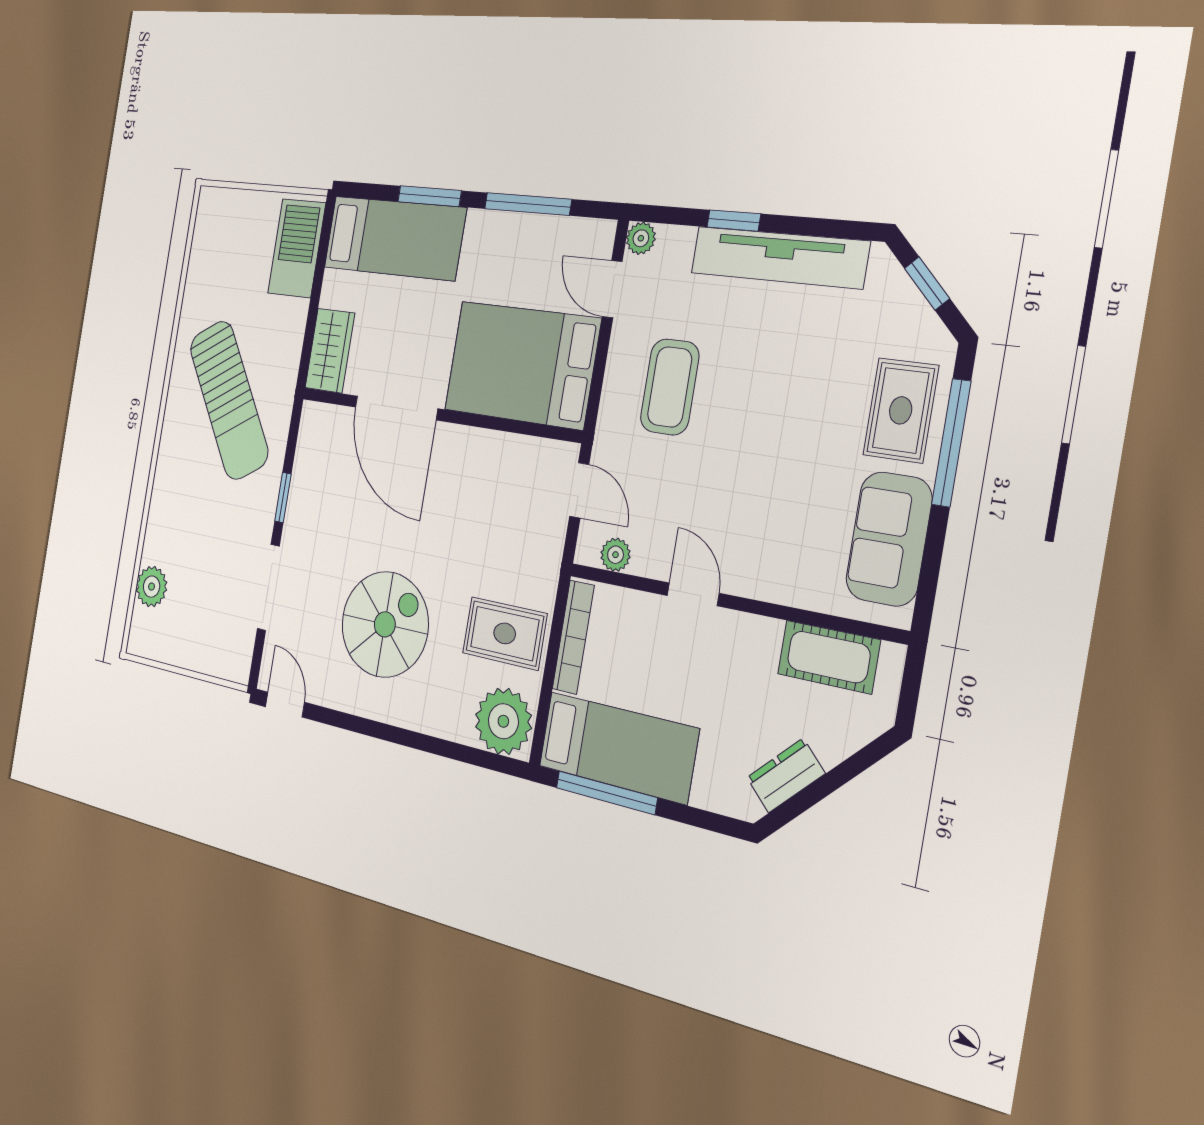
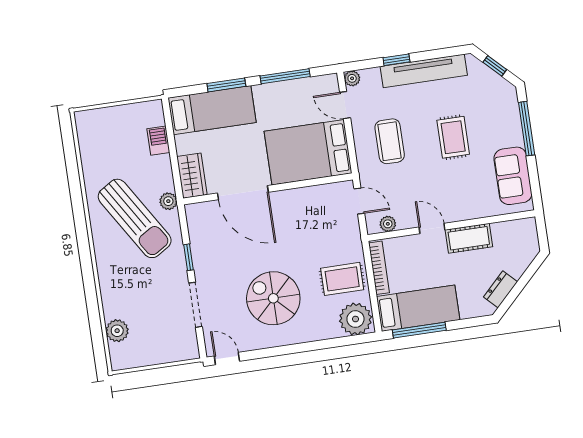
barbecue: (297, 248) -> (158, 141), width x0.53, depth x0.65
plant: (283, 386) -> (168, 201), added
rug: (901, 410) -> (453, 137), moved
spiral stairs: (385, 624) -> (273, 298), turned -90
cot: (829, 657) -> (469, 238), moved

